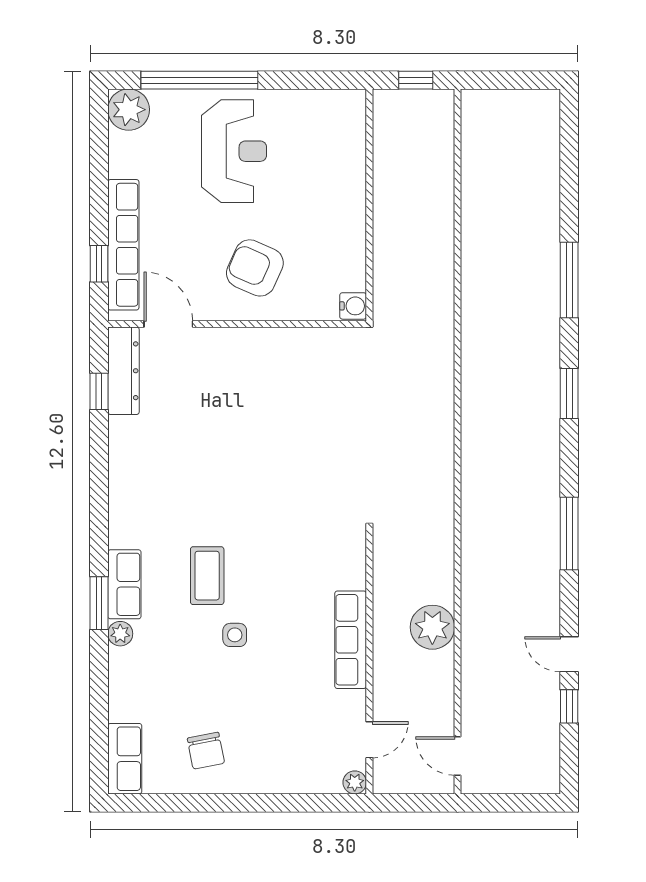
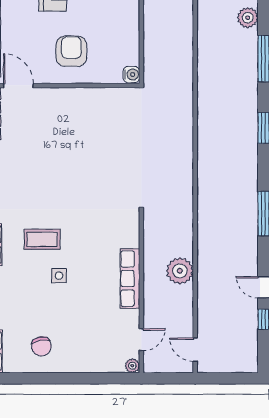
plant: (543, 213) -> (248, 18), added
armchair: (255, 268) -> (71, 51), turned 66
coffee table: (207, 576) -> (42, 239), turned 90

